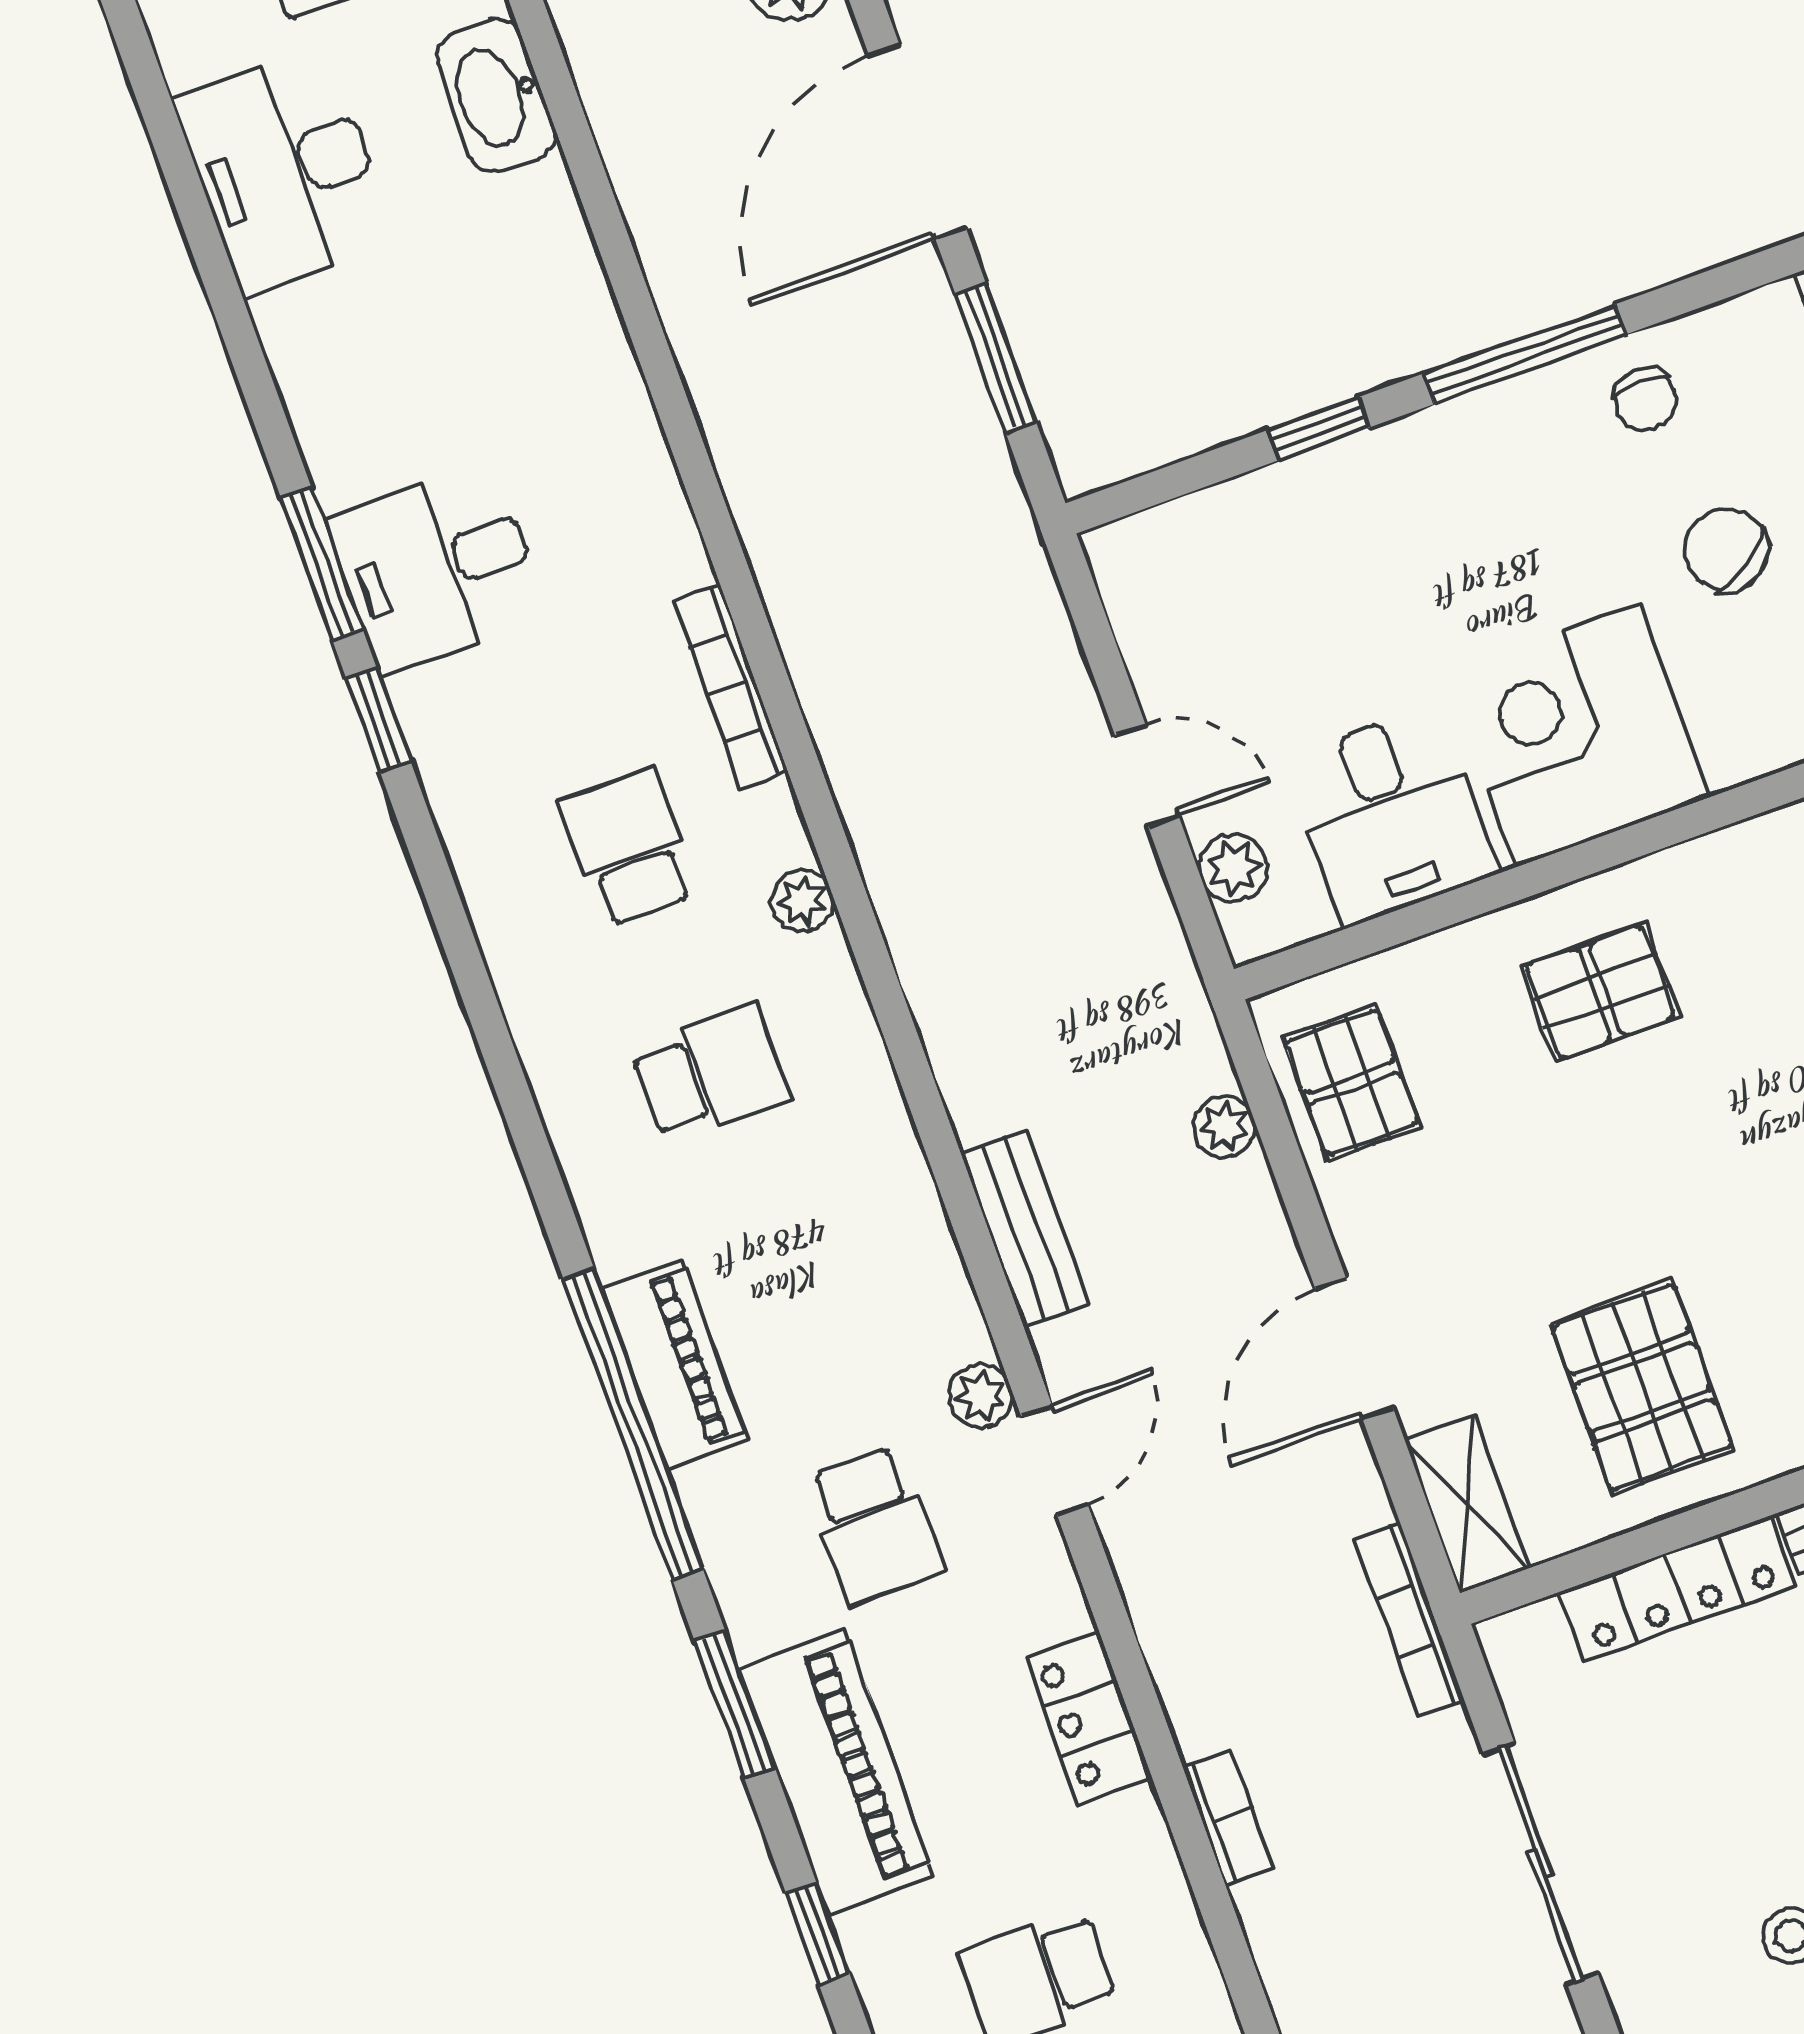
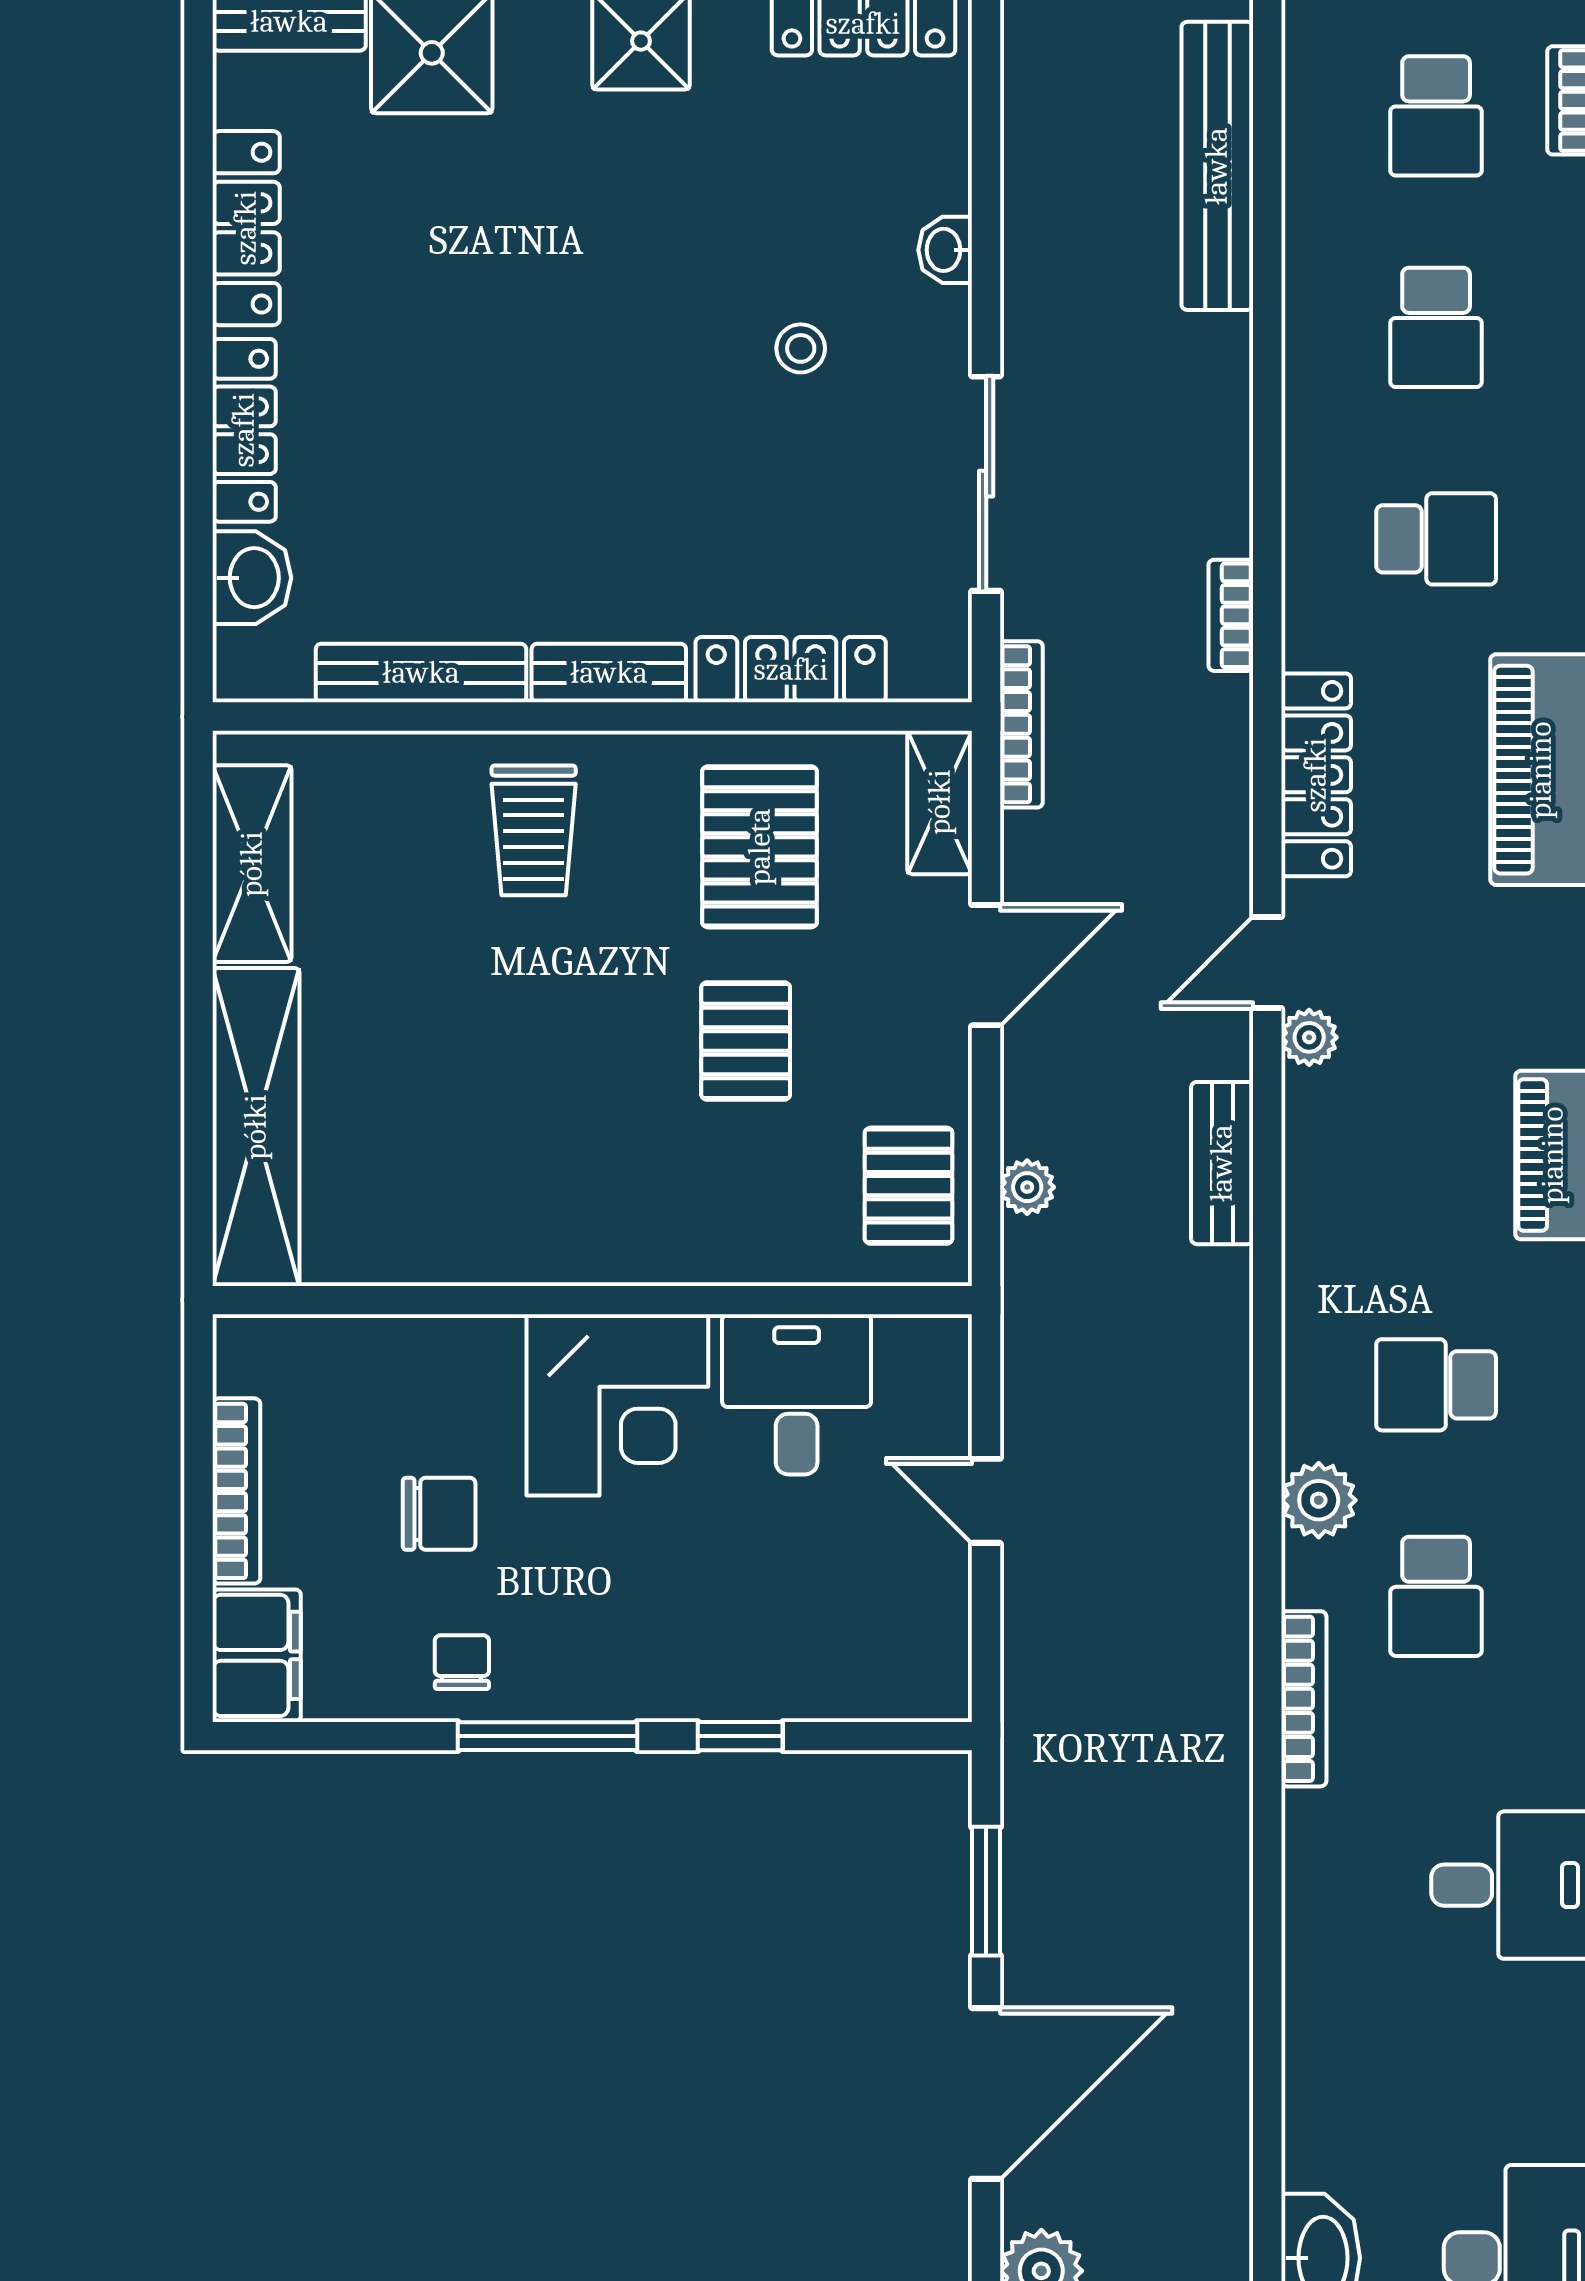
chair: (1727, 550) -> (439, 1514), turned -56
plant: (1233, 868) -> (942, 1398), removed
plant: (802, 901) -> (1319, 1500), width x1.38, depth x1.38
pallet: (1600, 992) -> (746, 1041), moved, turned 90
school desk: (874, 1526) -> (1436, 962), removed
locker: (1089, 1718) -> (1316, 775), width x1.53

